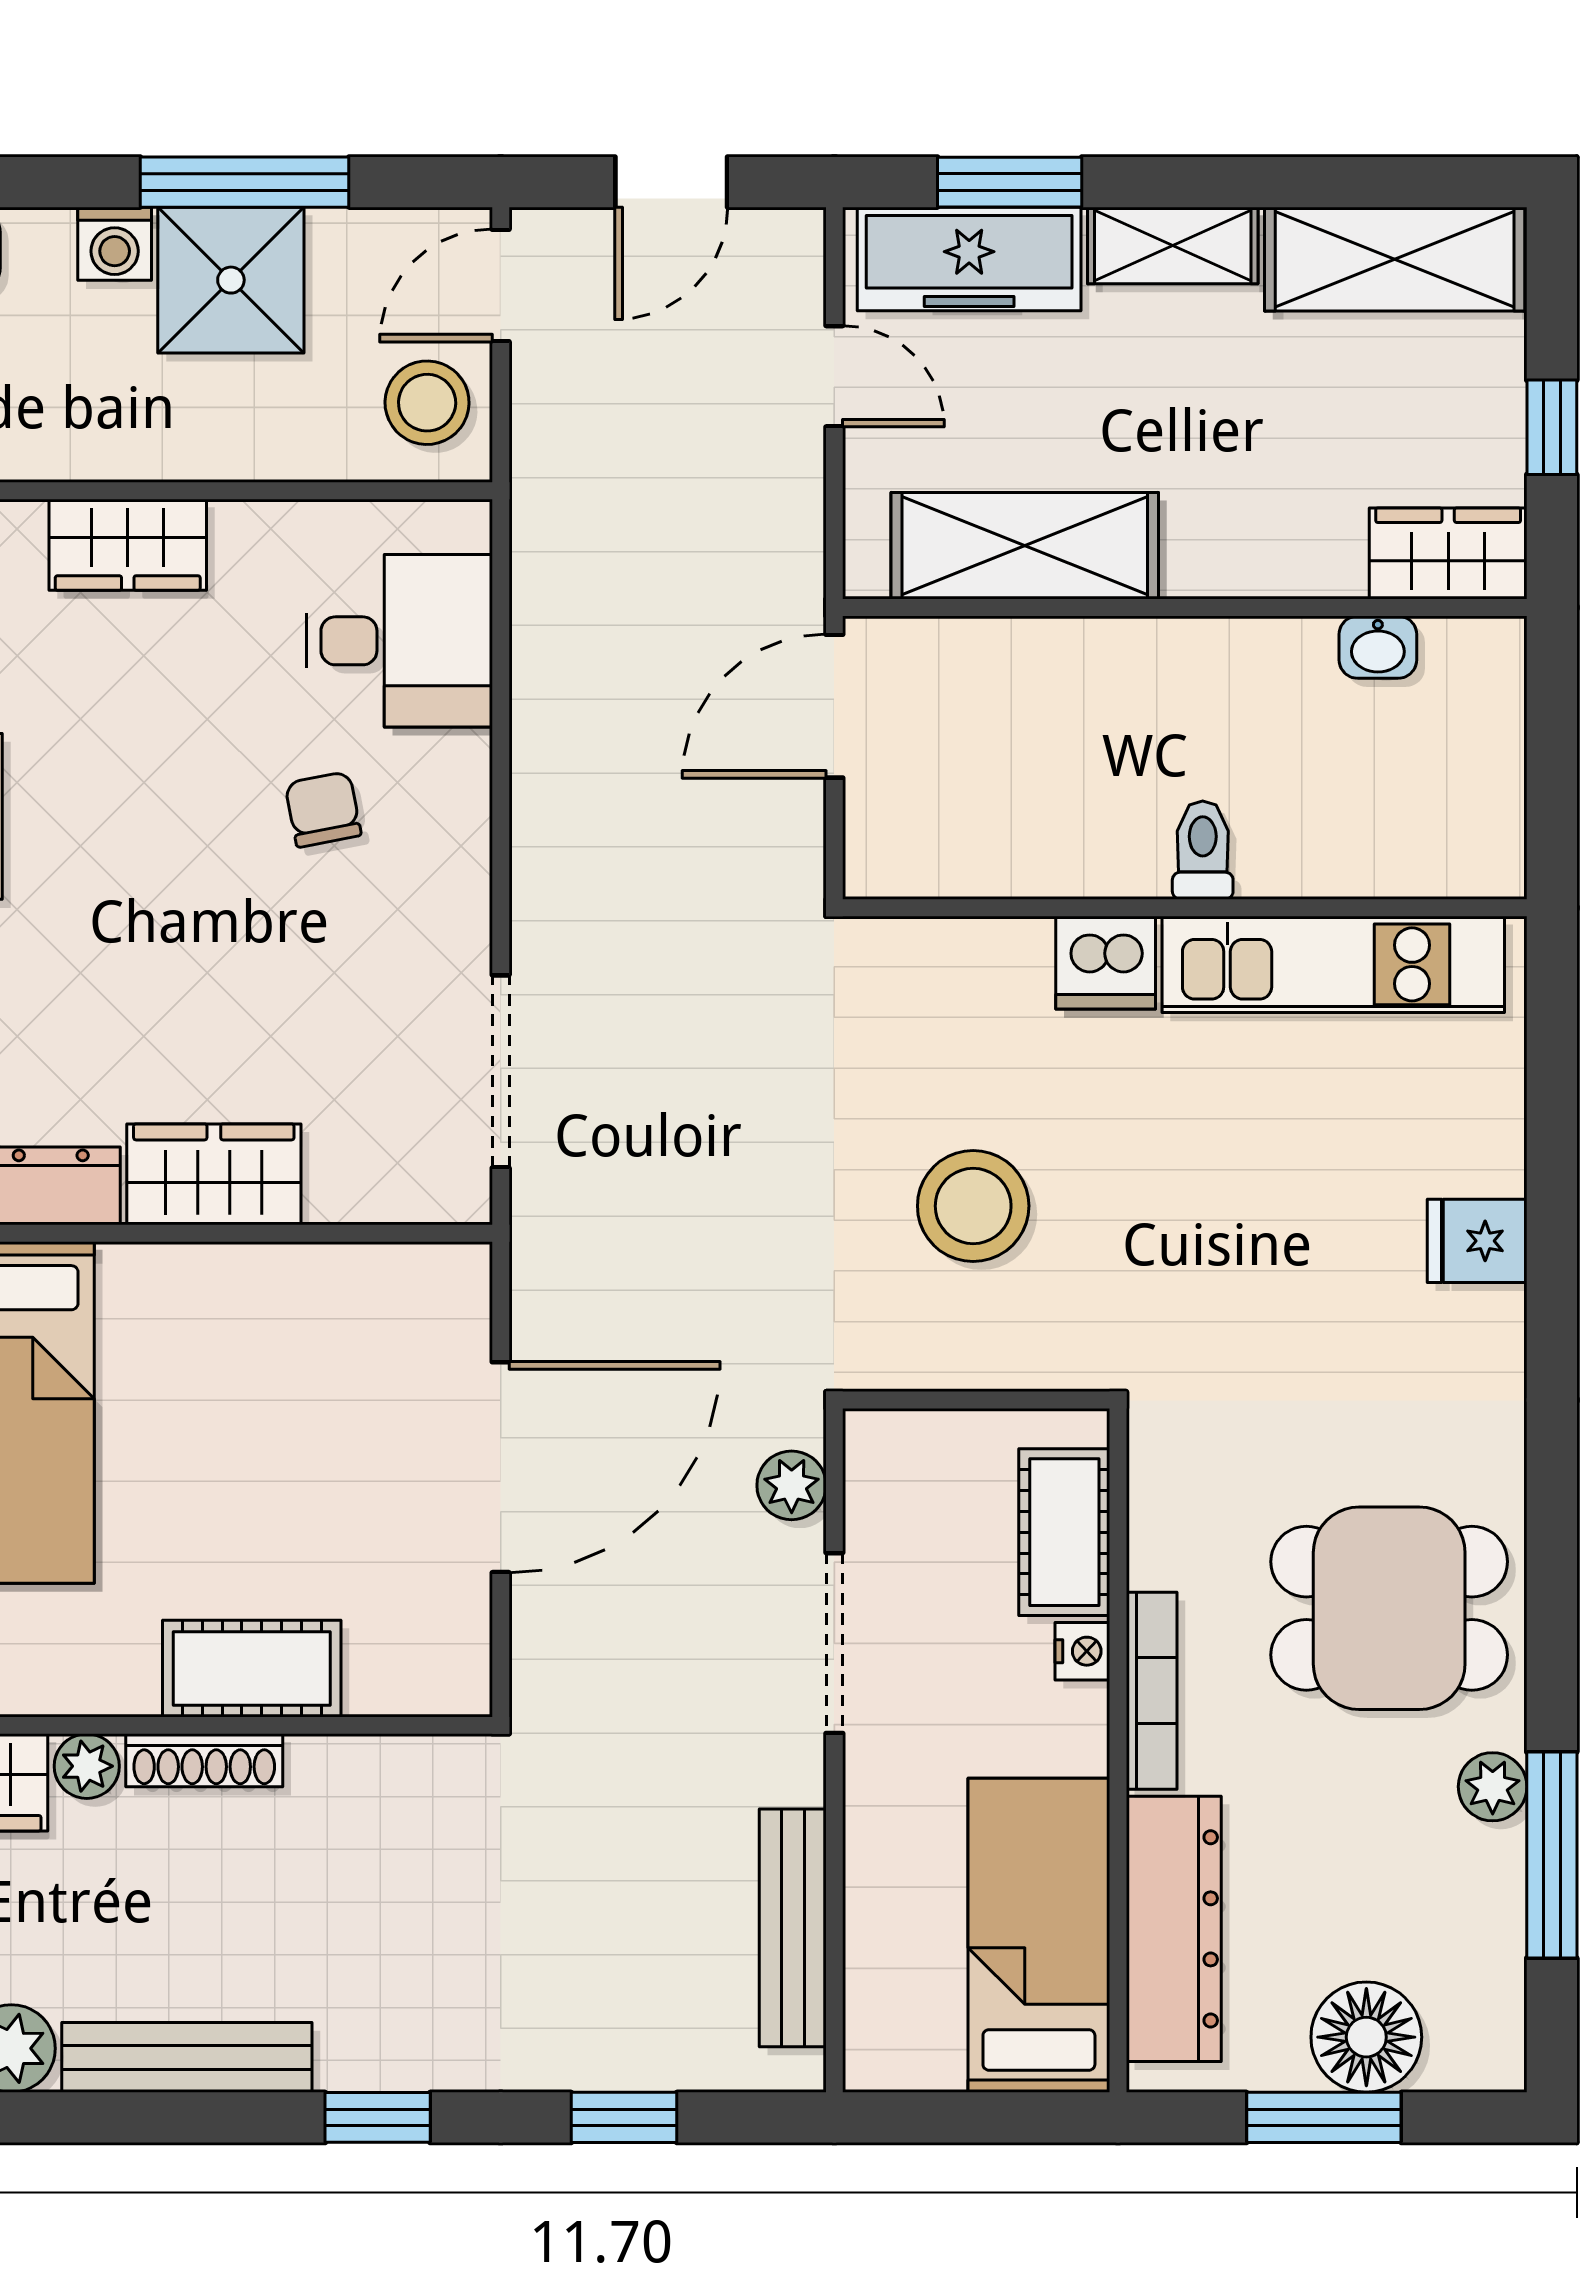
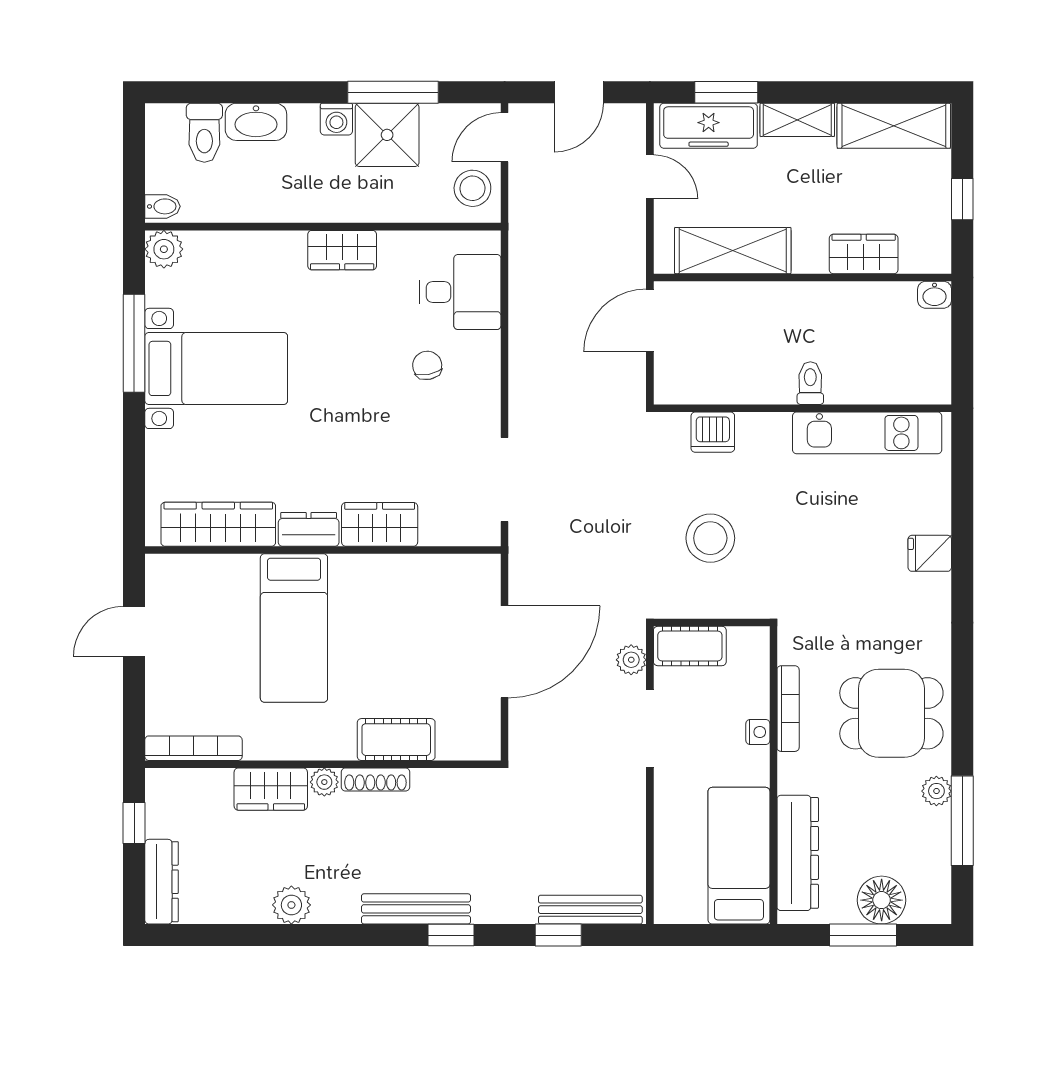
wardrobe: (1448, 554) -> (864, 254), moved
washbasin: (1378, 647) -> (935, 295), moved
dishwasher: (1106, 963) -> (713, 432), moved
cot: (1064, 1532) -> (690, 646), moved, turned 90
bookcase: (1152, 1691) -> (788, 709), moved
bench: (793, 1928) -> (590, 910), moved, turned 90
bench: (187, 2057) -> (416, 909), moved

